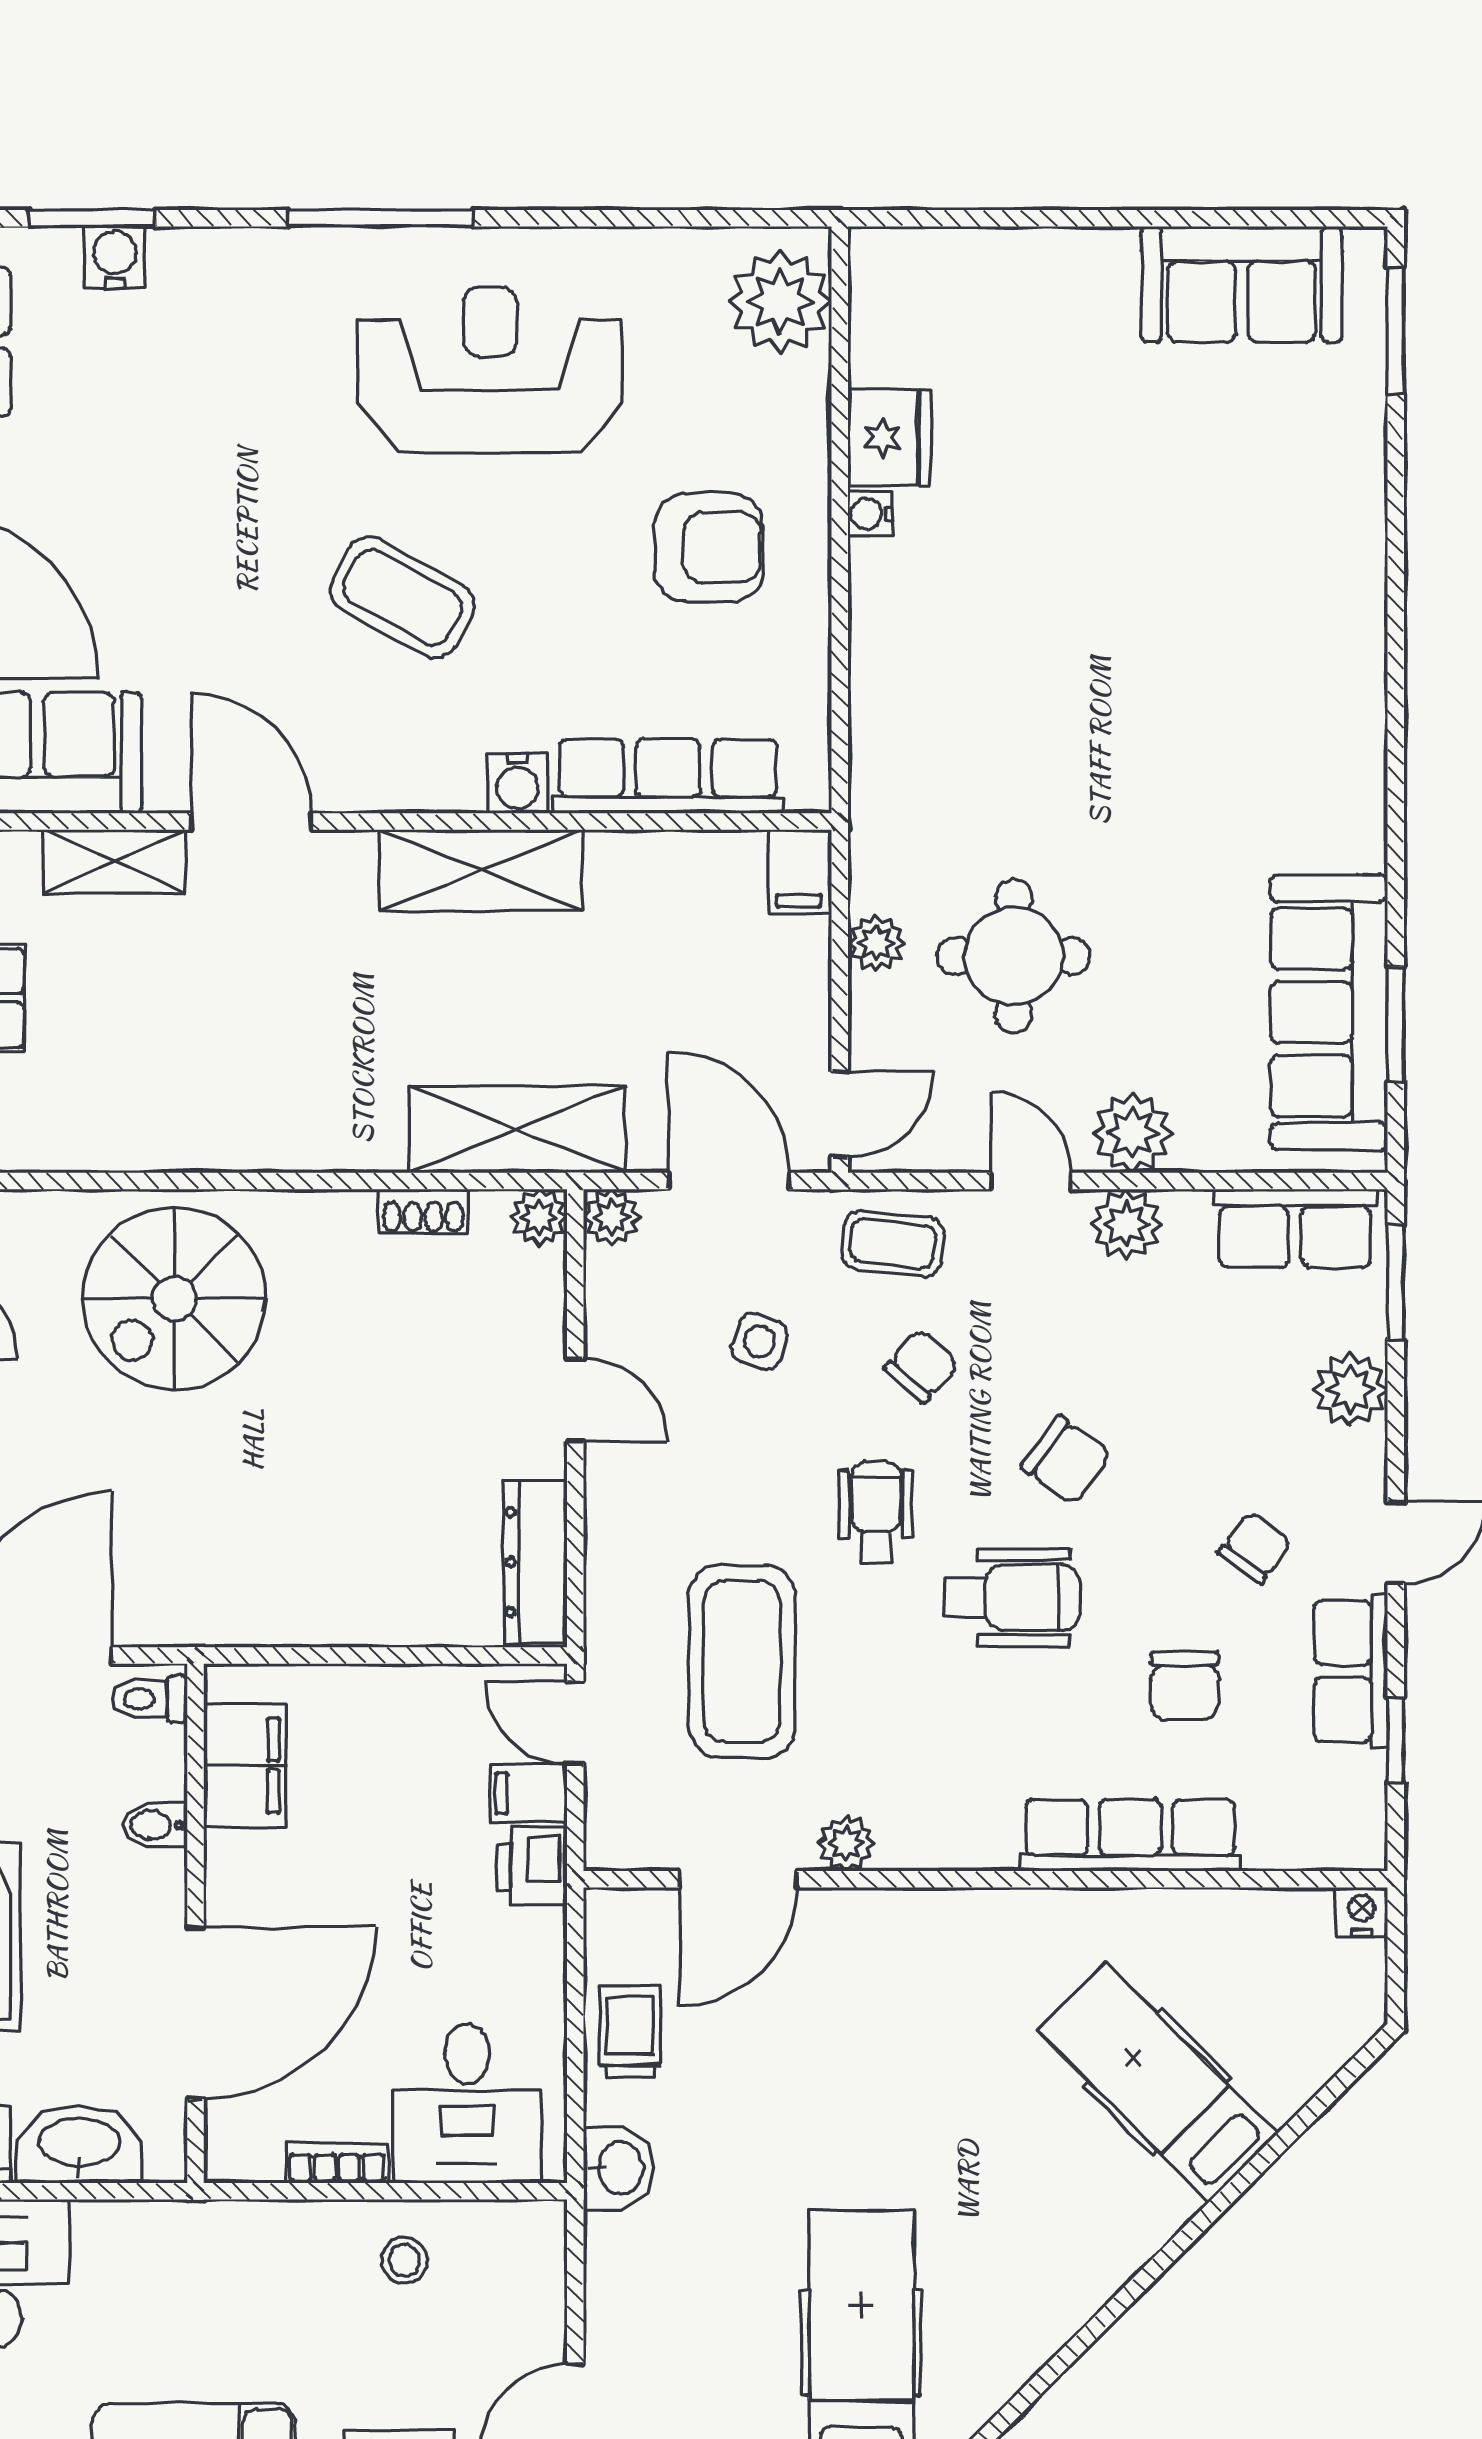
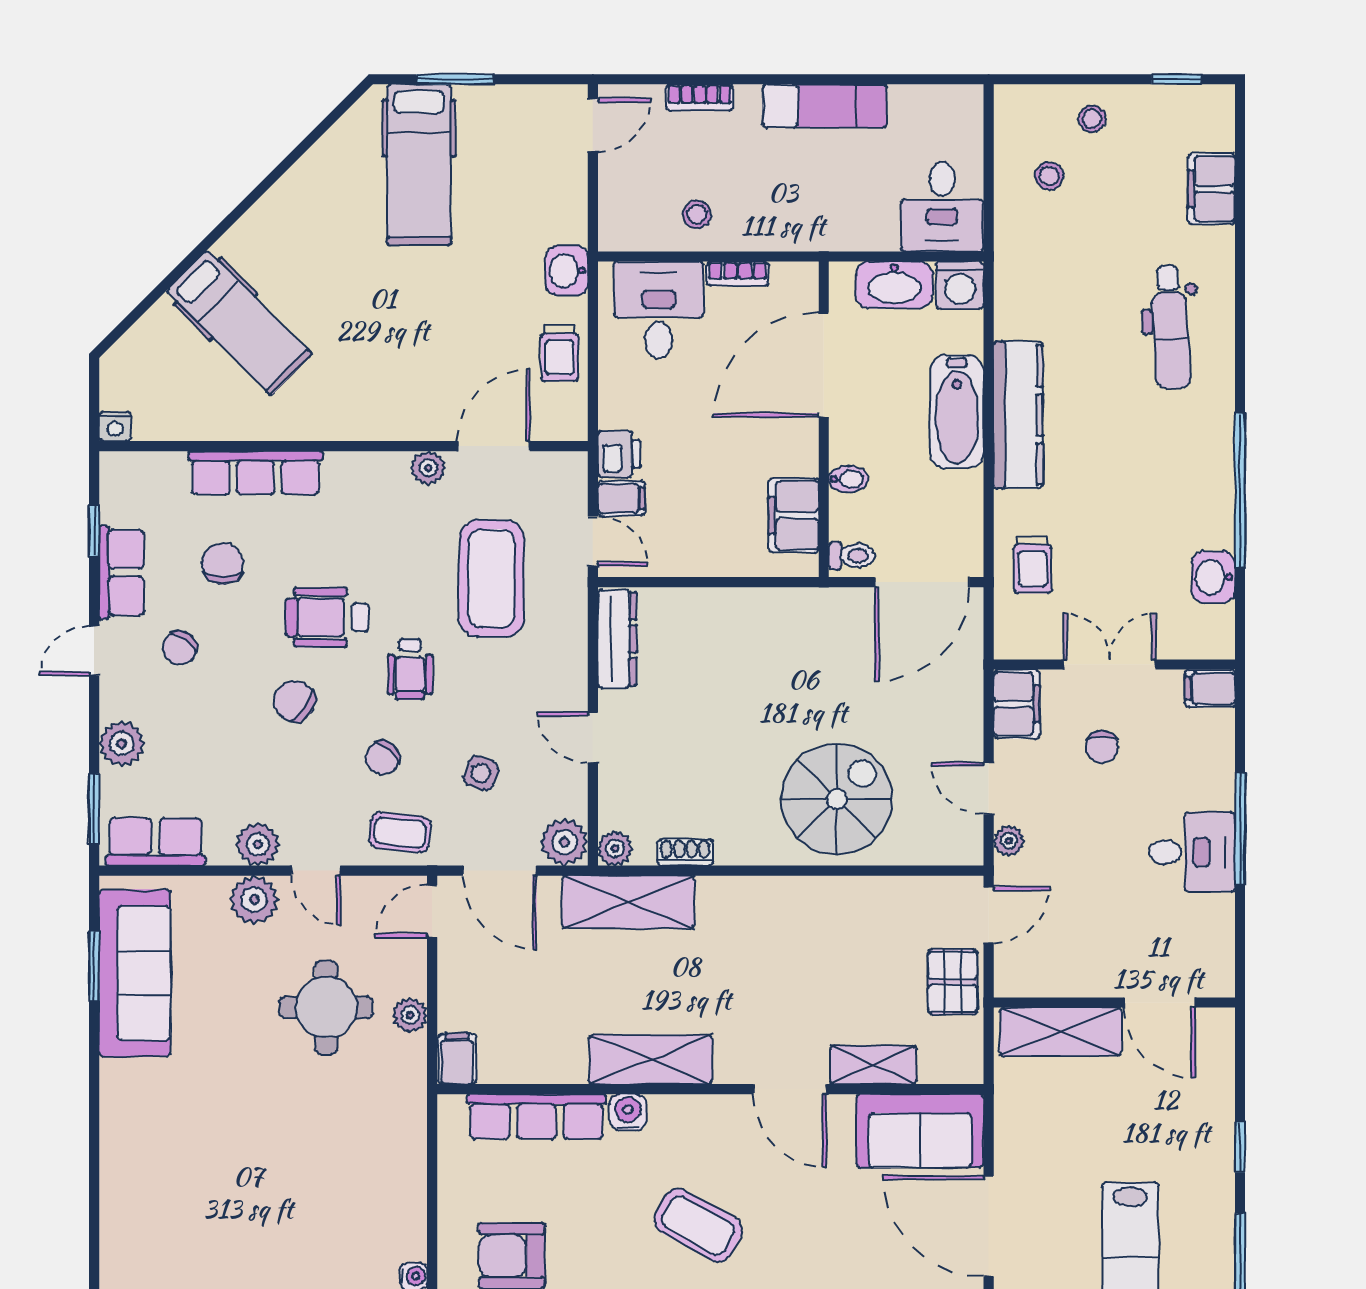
plant: (612, 1217) -> (564, 842), width x1.38, depth x1.38

